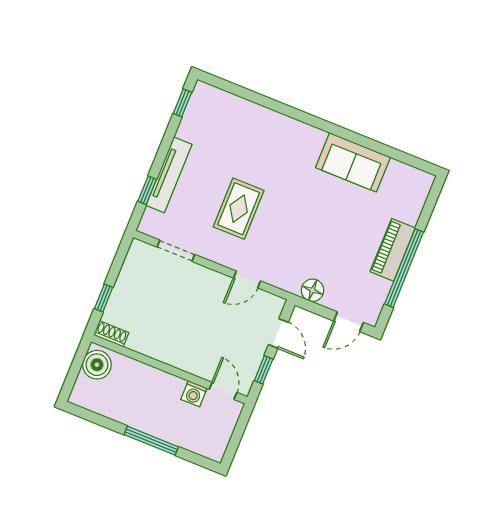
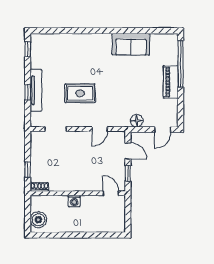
window: (147, 190) -> (28, 92), moved
rug: (239, 209) -> (80, 93), turned 90
window: (404, 268) -> (181, 64), moved
boiler: (97, 365) -> (38, 220), moved
washing machine: (194, 394) -> (74, 201), moved
window: (151, 441) -> (83, 235), removed

